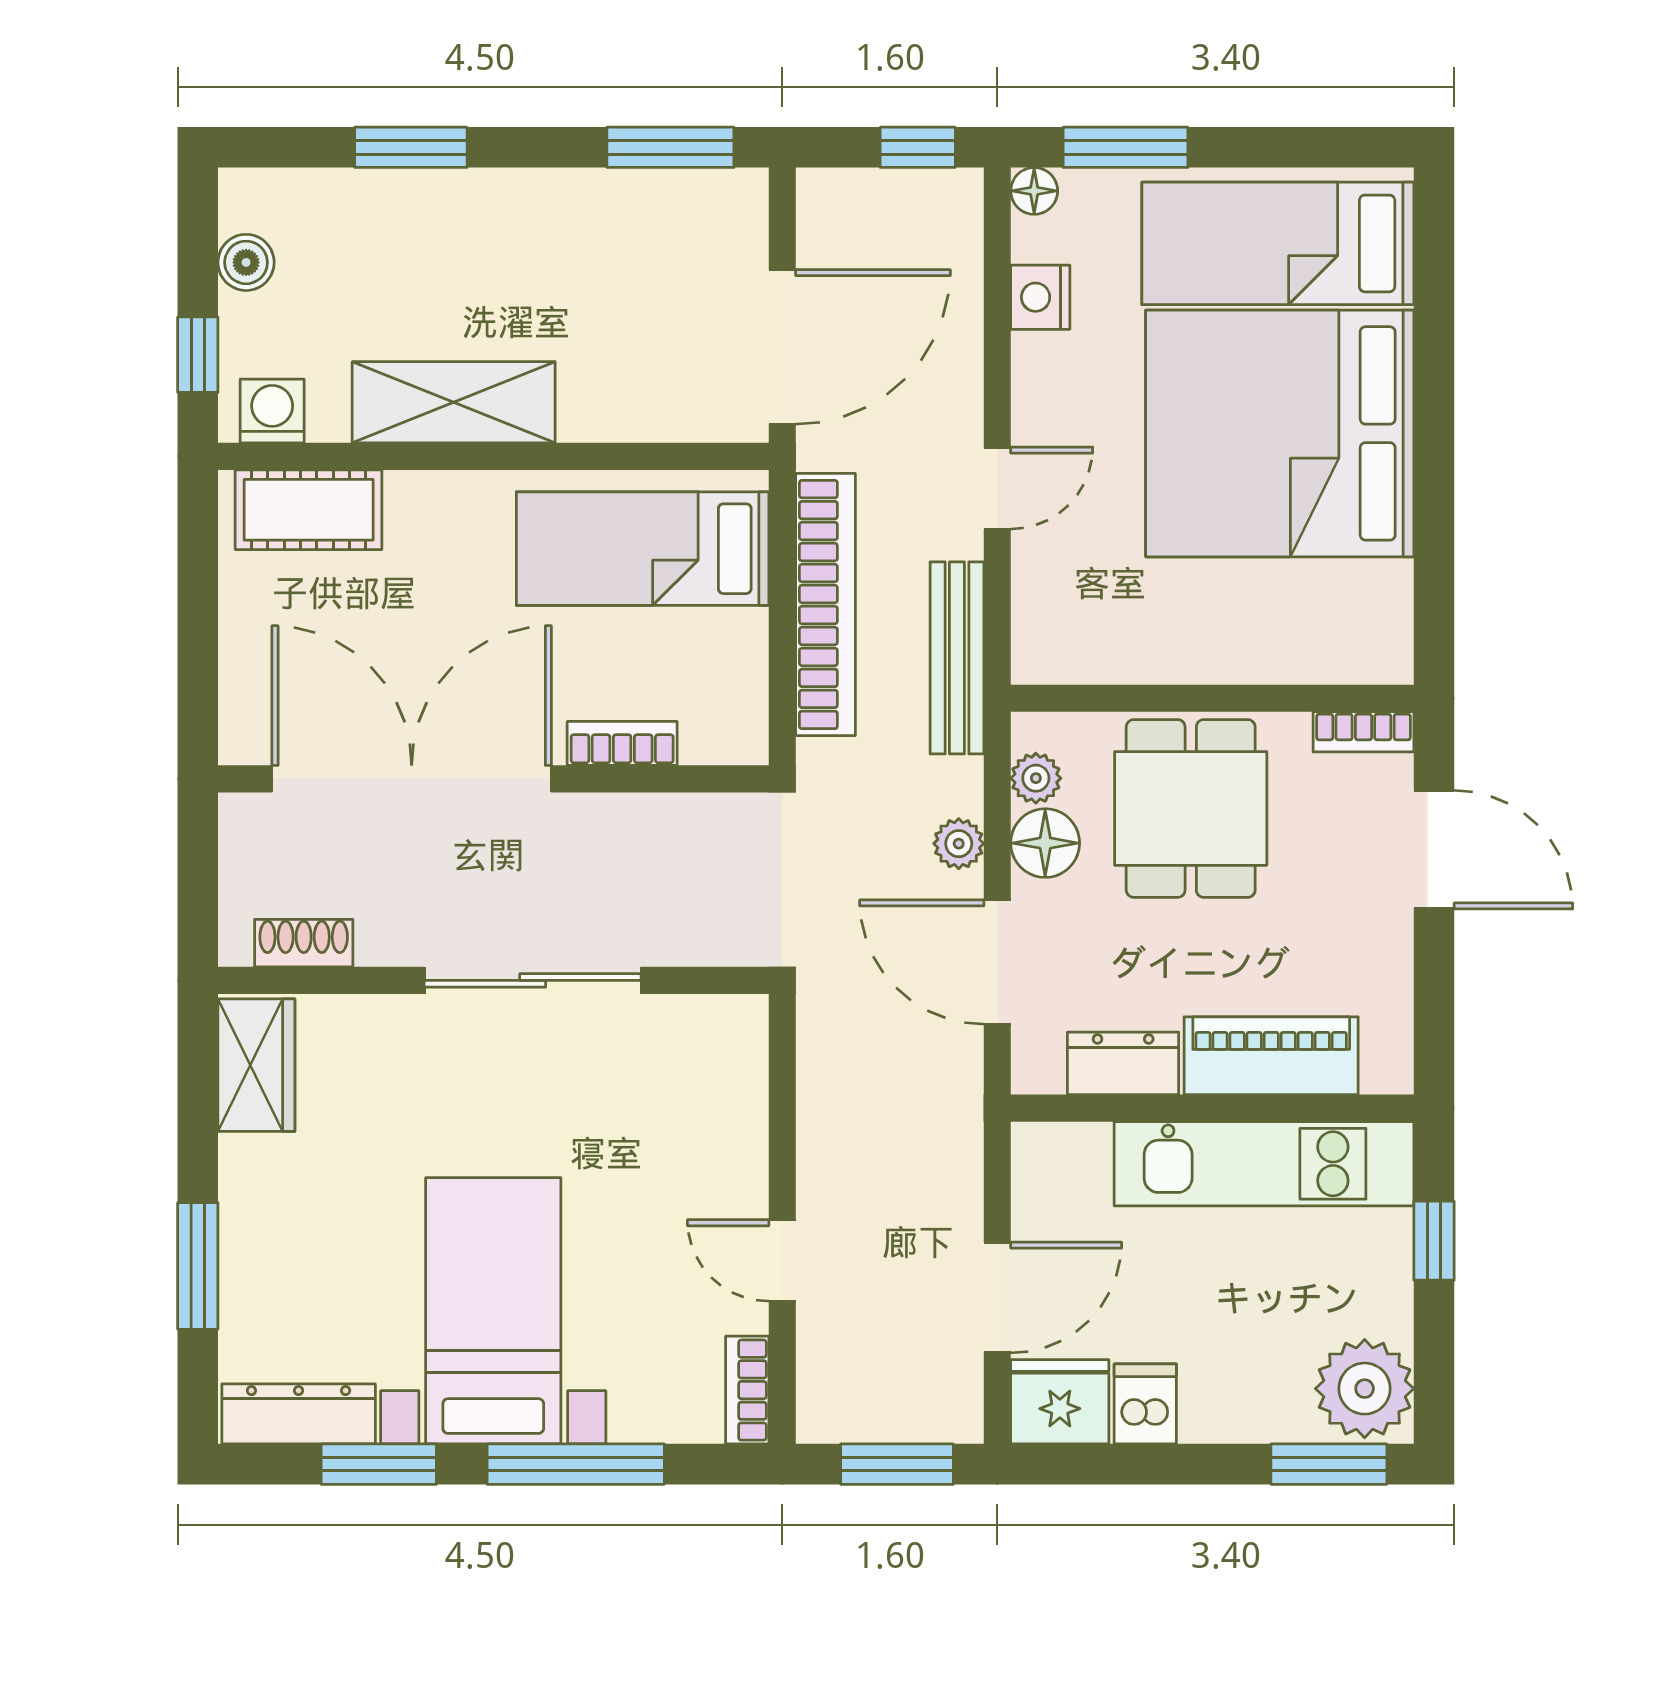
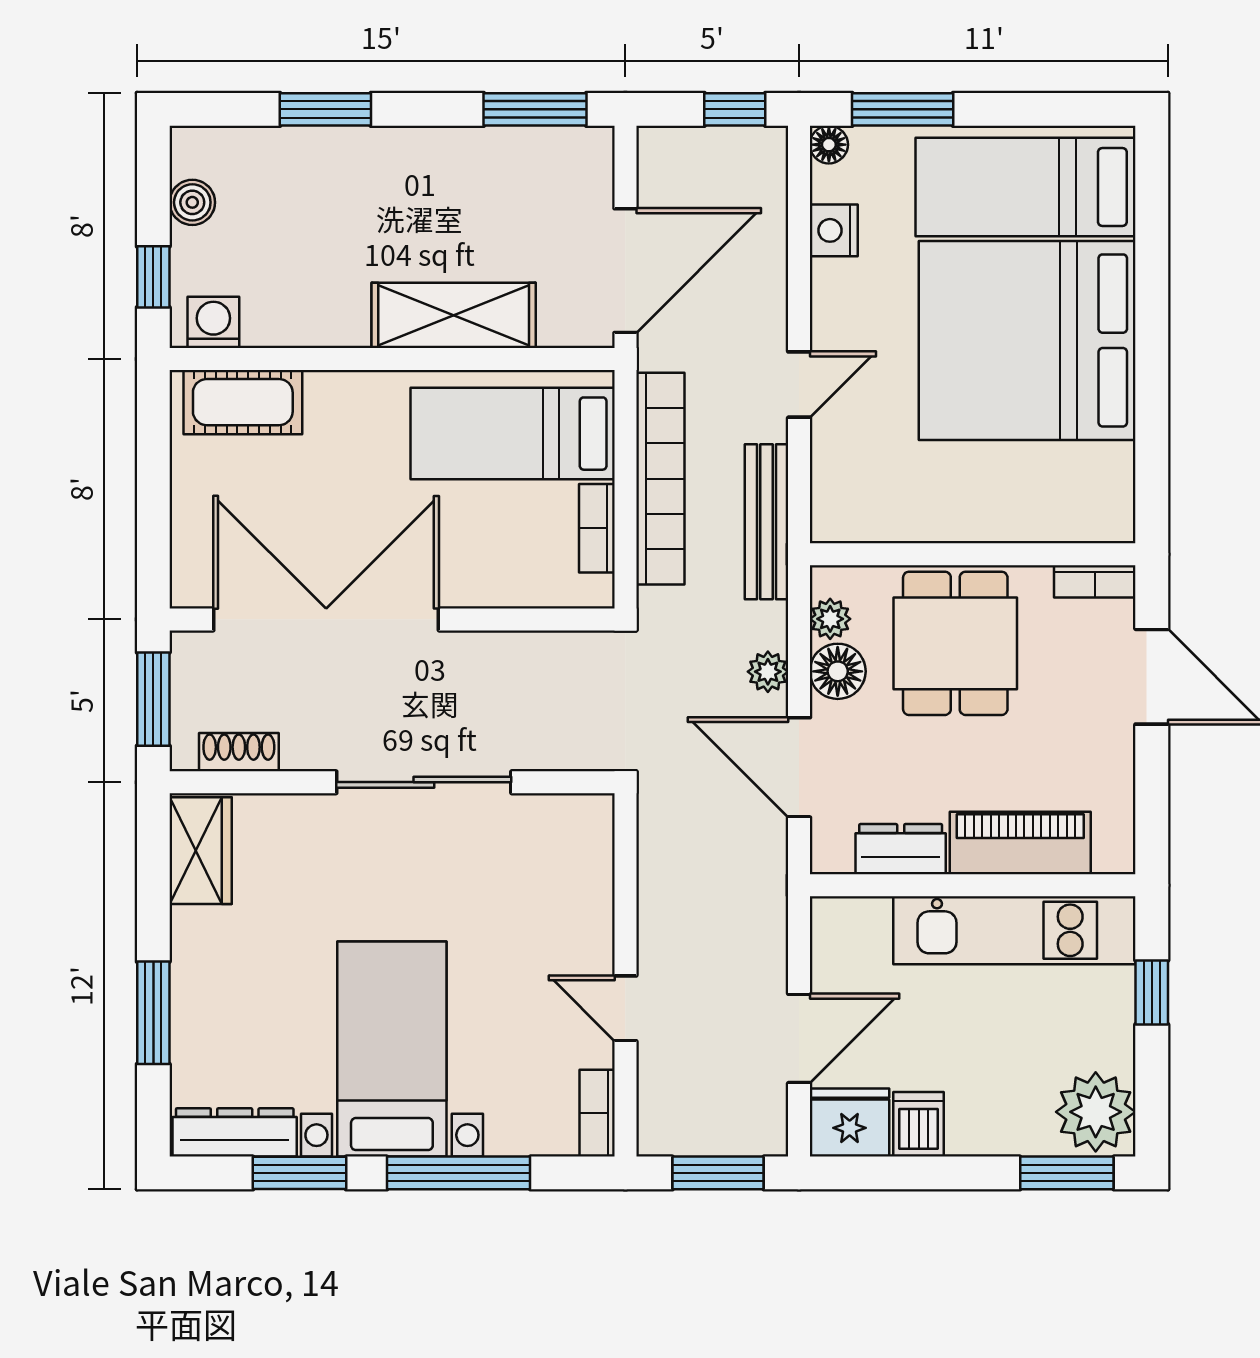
shelving: (454, 402) -> (454, 315), moved
bookcase: (622, 743) -> (597, 528), moved, turned -90
window: (198, 878) -> (153, 699), added

